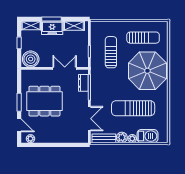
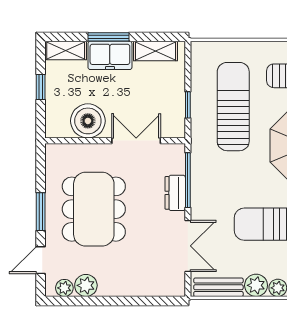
sun lounger: (111, 52) -> (233, 107), width x1.36, depth x1.34
boiler: (31, 59) -> (88, 121), moved
dresser: (83, 83) -> (175, 193), moved
dining table: (44, 101) -> (94, 209), turned 90
door: (19, 125) -> (41, 260), swing flipped
plant: (41, 137) -> (86, 285), added

